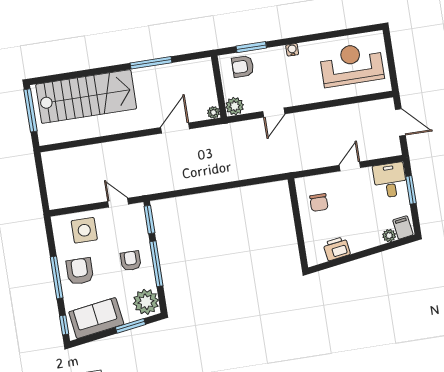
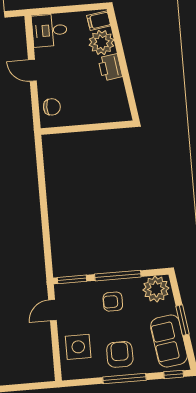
window: (411, 190) -> (61, 10), removed
chair: (319, 202) -> (52, 107), moved
plant: (389, 236) -> (102, 42), width x1.88, depth x1.88
printer: (337, 249) -> (110, 67), moved
armchair: (80, 271) -> (120, 354), turned 90
window: (130, 326) -> (183, 320), moved

